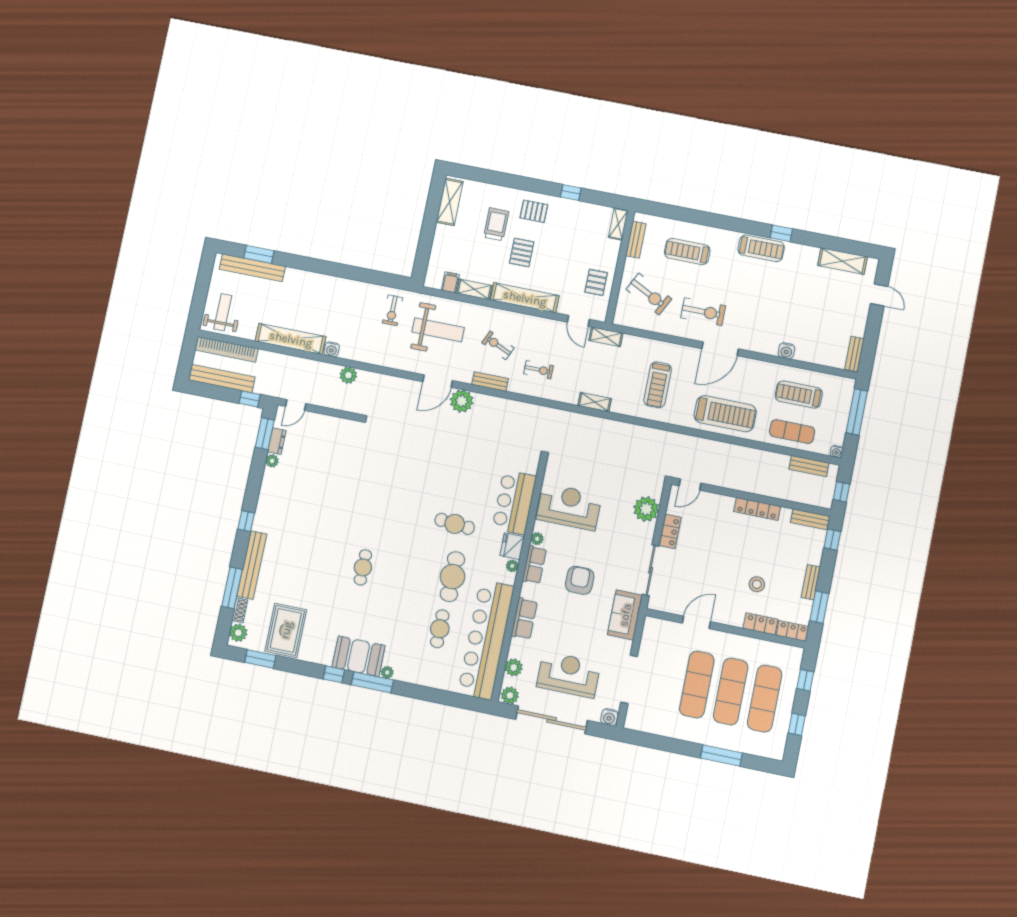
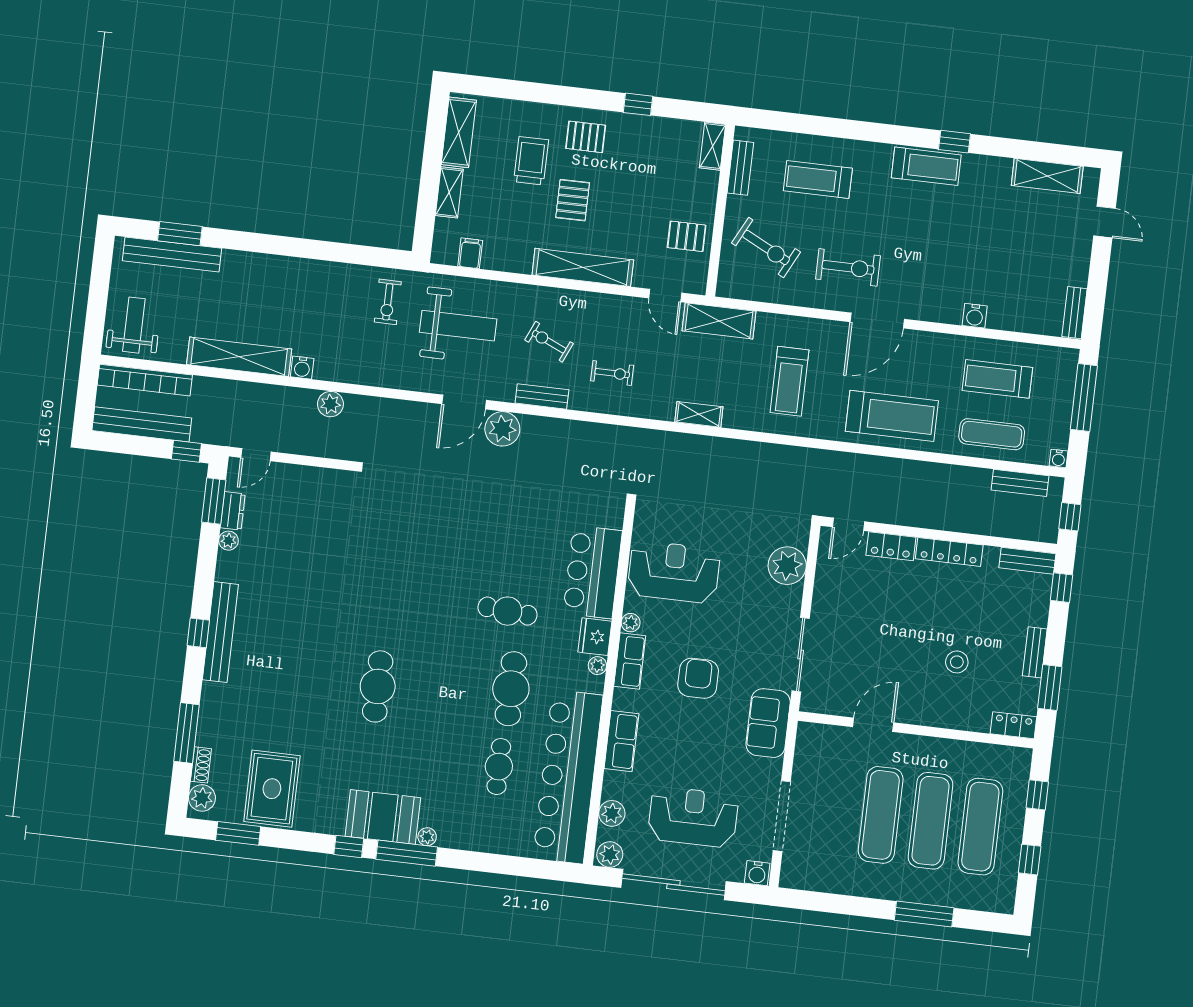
pallet: (596, 282) -> (687, 236), turned 90
shelving: (474, 289) -> (449, 192), moved, turned 90
shelving: (606, 337) -> (719, 321), width x1.50, depth x1.33
locker: (670, 531) -> (891, 546), moved, turned 90
bench: (252, 565) -> (220, 632), moved
cafe table: (363, 567) -> (378, 686), width x1.37, depth x1.35
locker: (760, 624) -> (966, 719), removed

